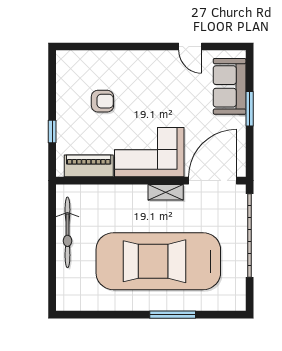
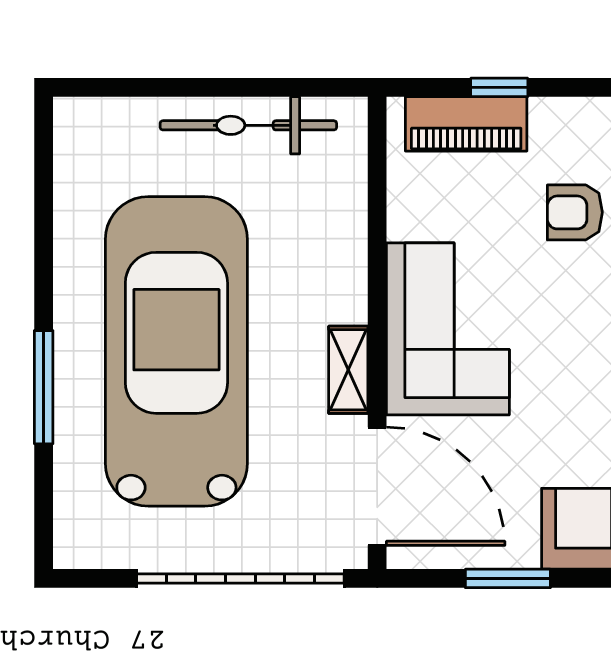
armchair: (102, 101) -> (575, 212), turned 90
window: (250, 109) -> (508, 578), moved
piano: (89, 166) -> (466, 124), moved, turned 90

